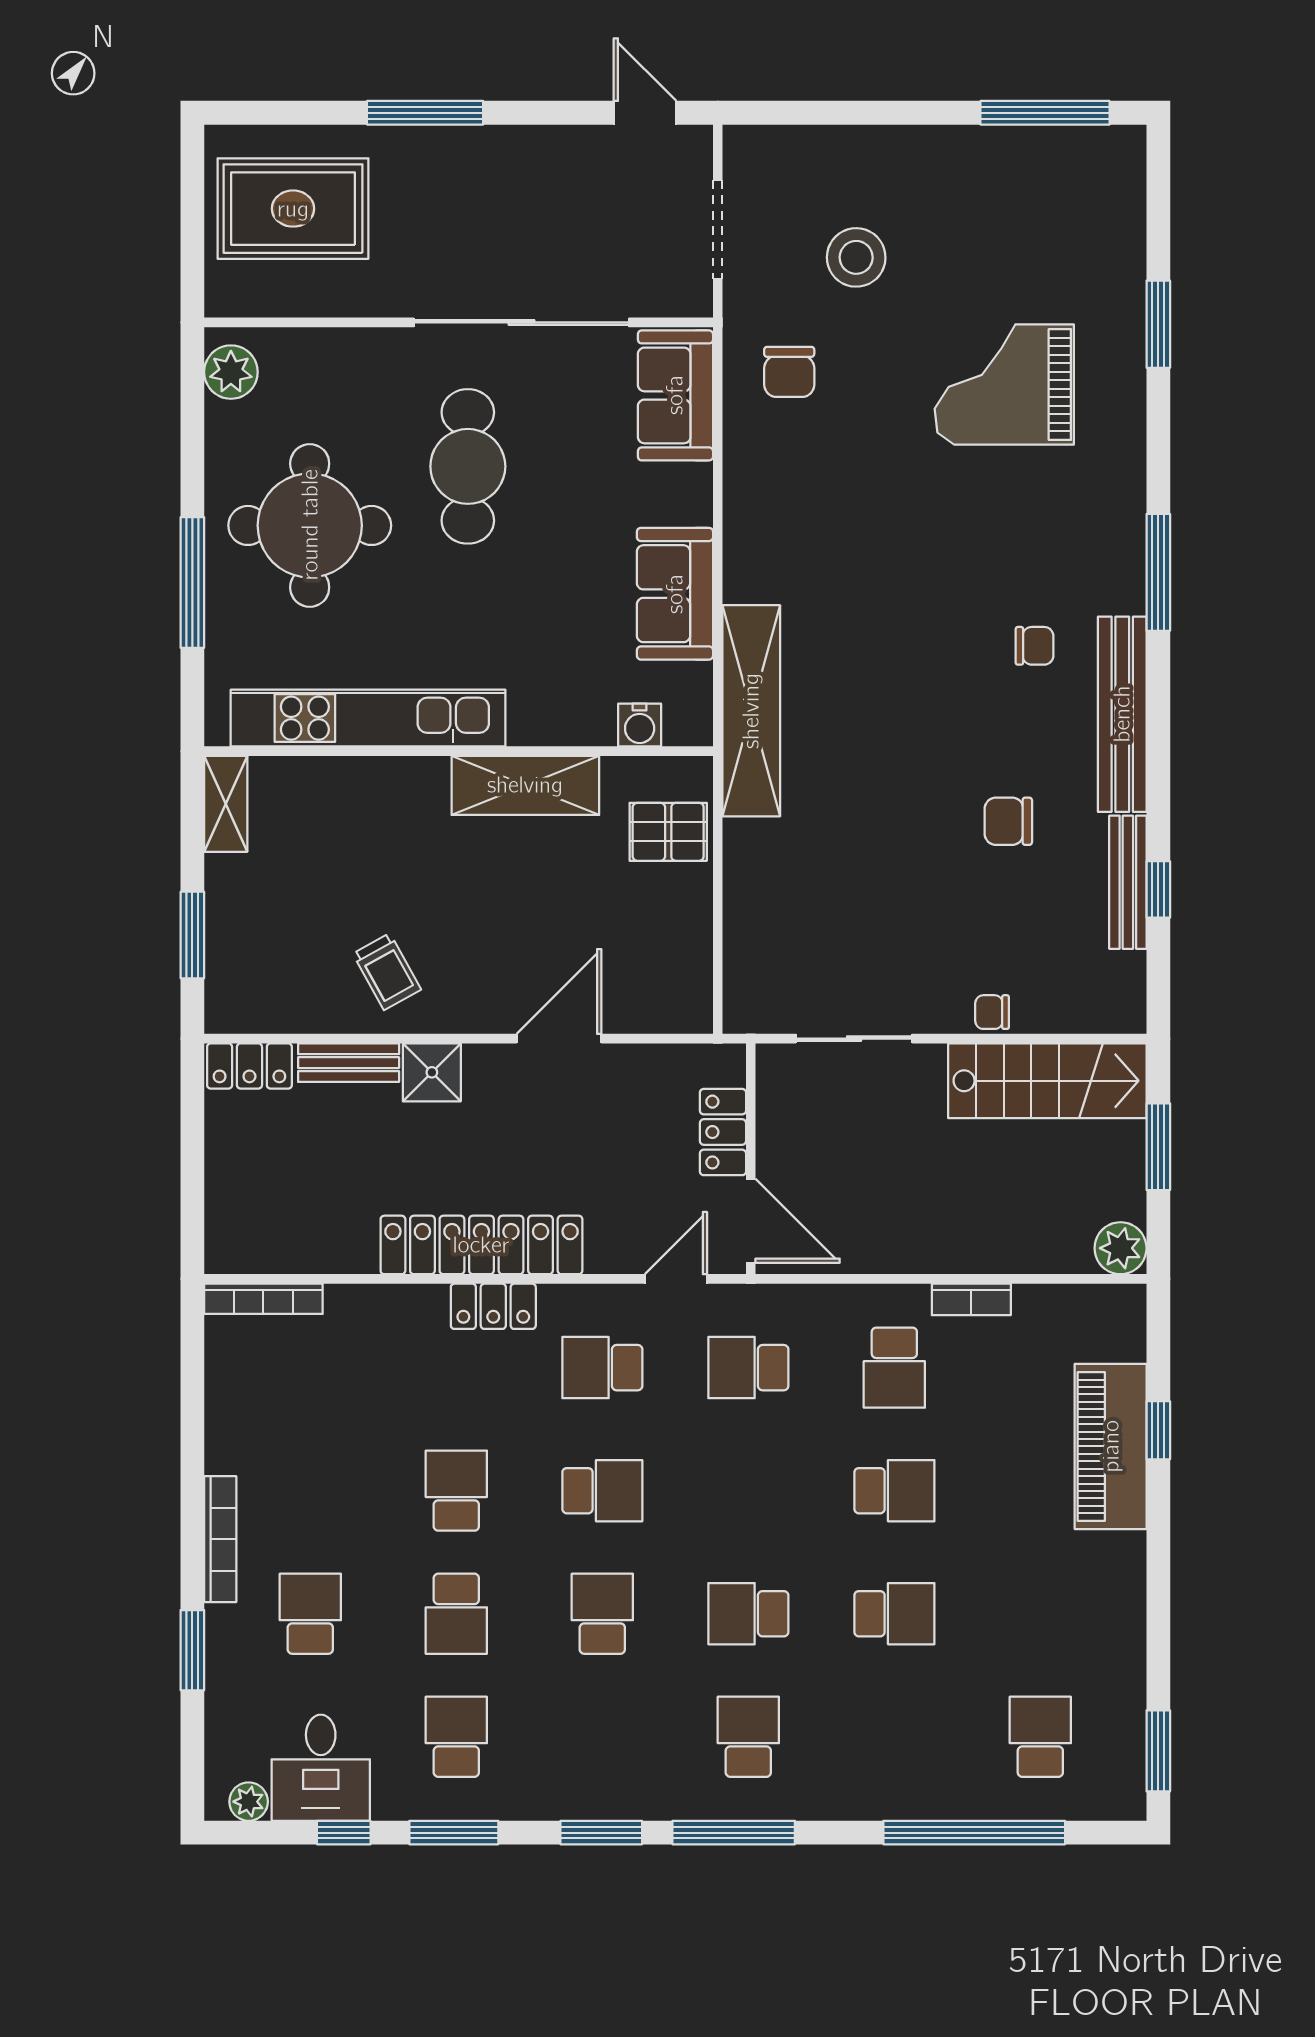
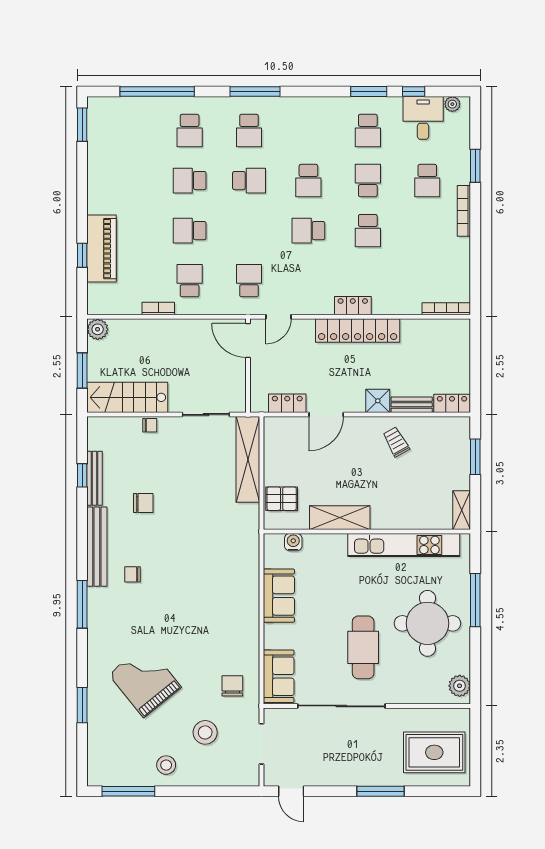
stool: (952, 177) -> (166, 765), added
grand piano: (1004, 385) -> (145, 681), turned -129
shelving: (751, 711) -> (248, 459), moved
locker: (723, 1132) -> (287, 403), moved, turned -90
school desk: (602, 1368) -> (308, 281), removed
school desk: (748, 1368) -> (249, 281), turned -90
school desk: (1040, 1737) -> (190, 130), moved
window: (601, 1833) -> (309, 92), removed

